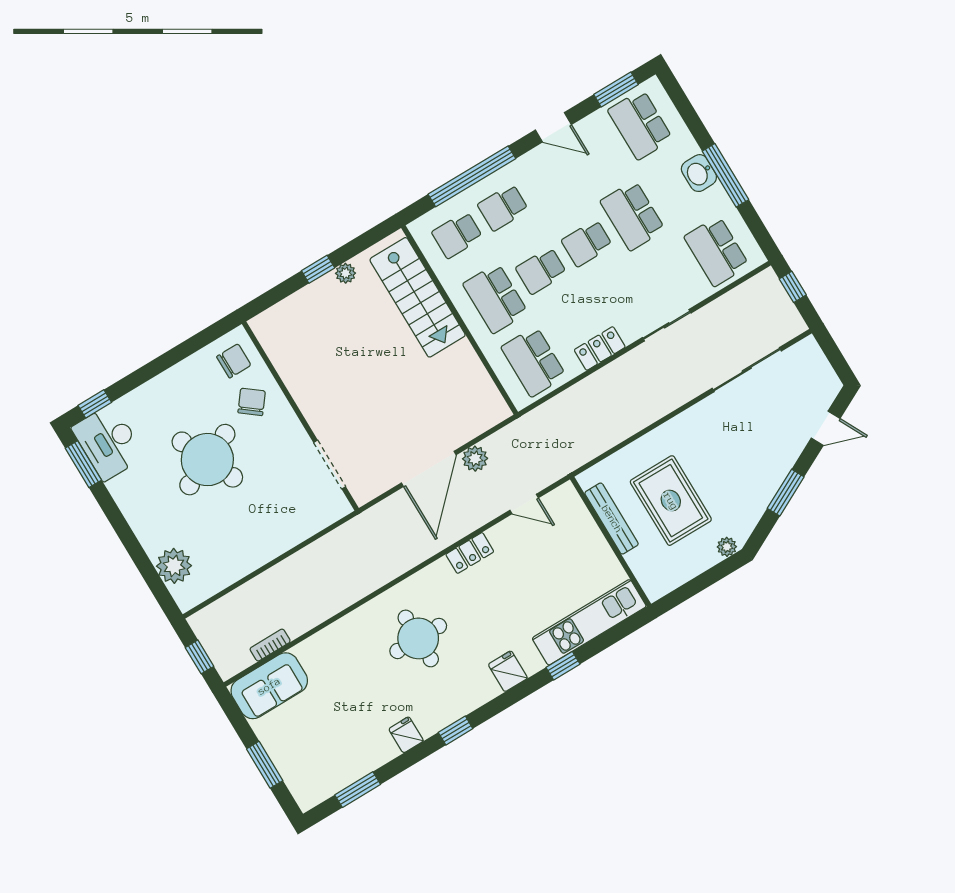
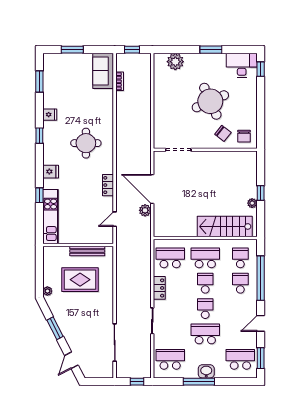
window: (83, 464) -> (211, 50), moved

